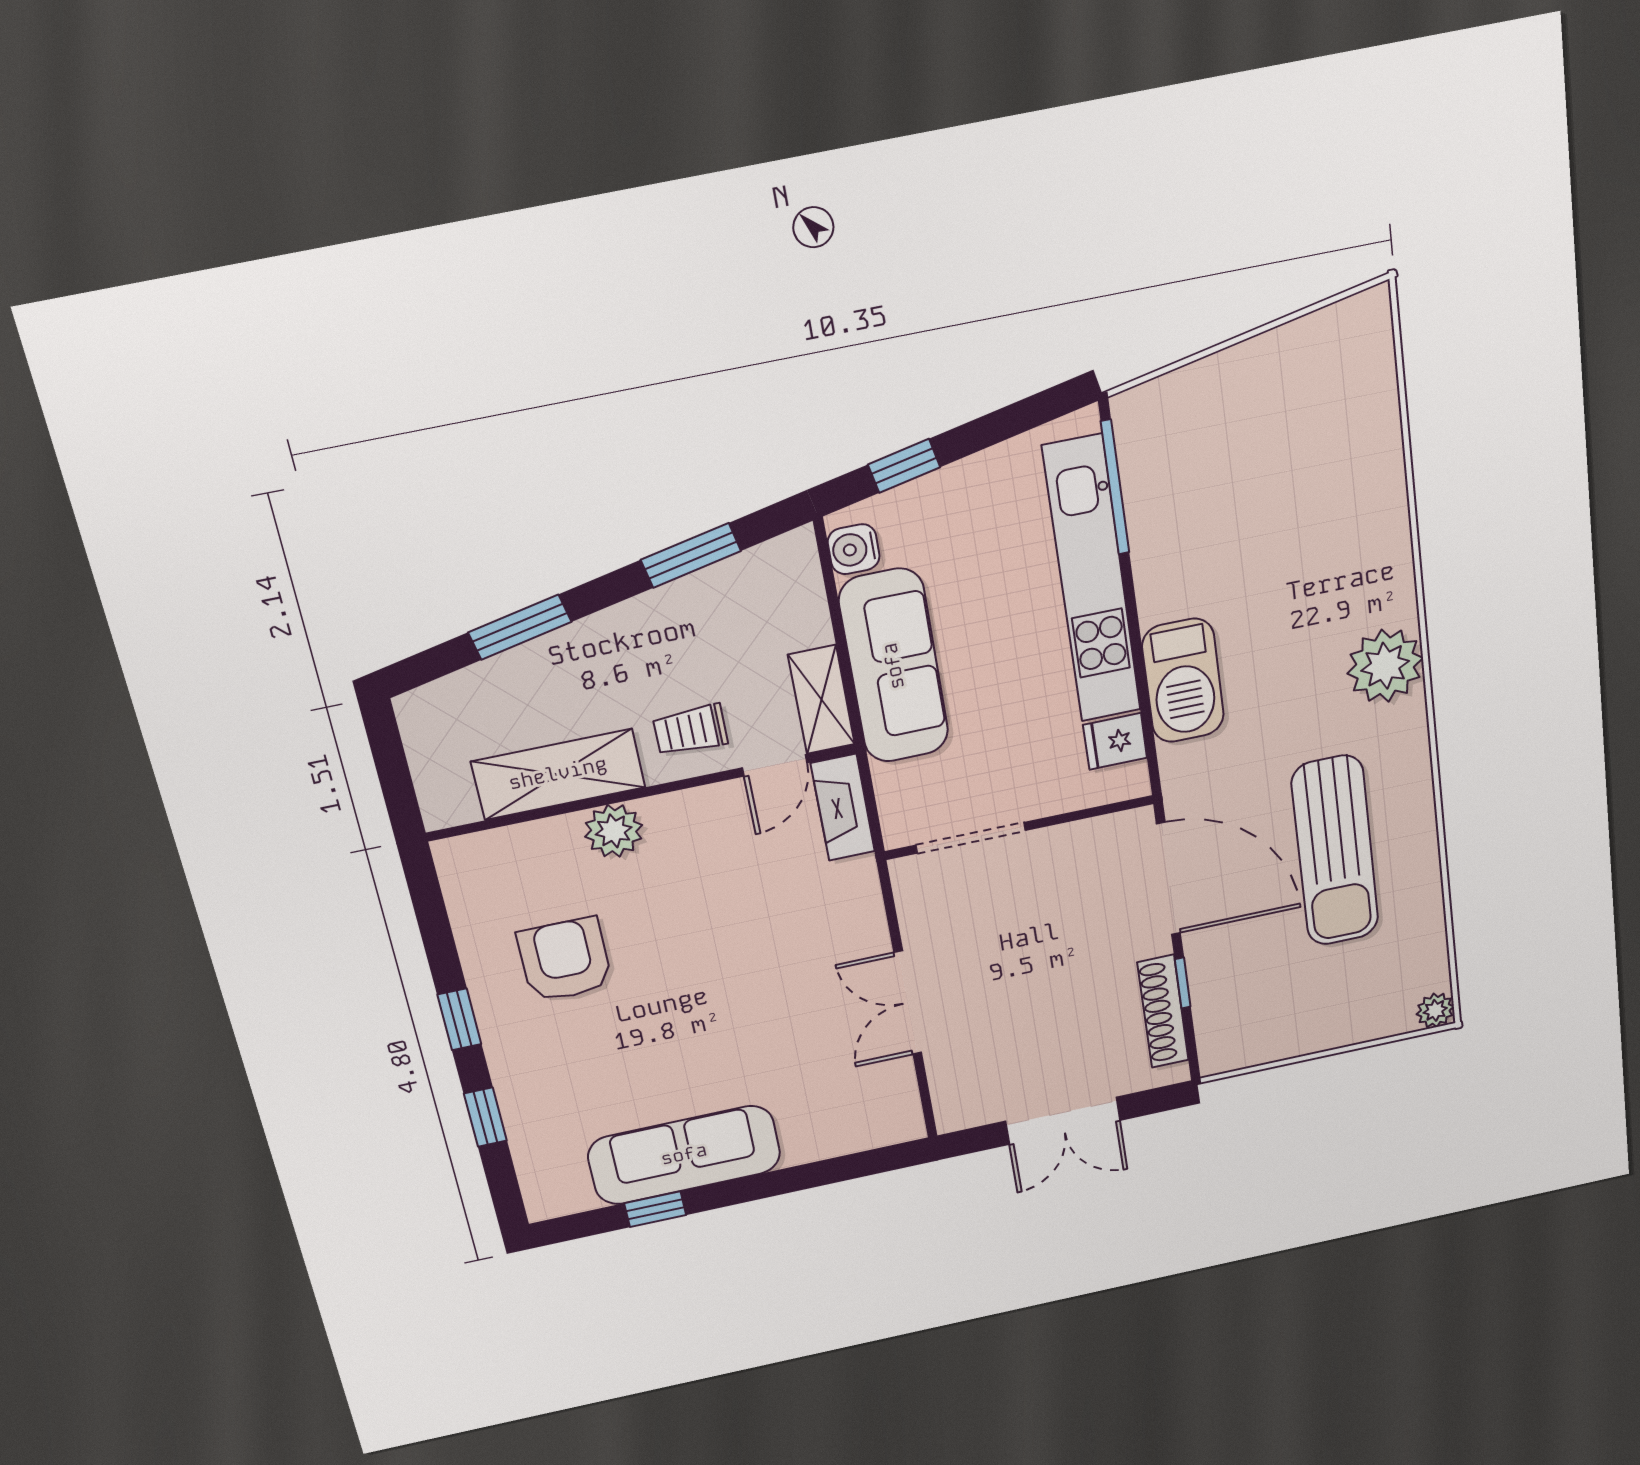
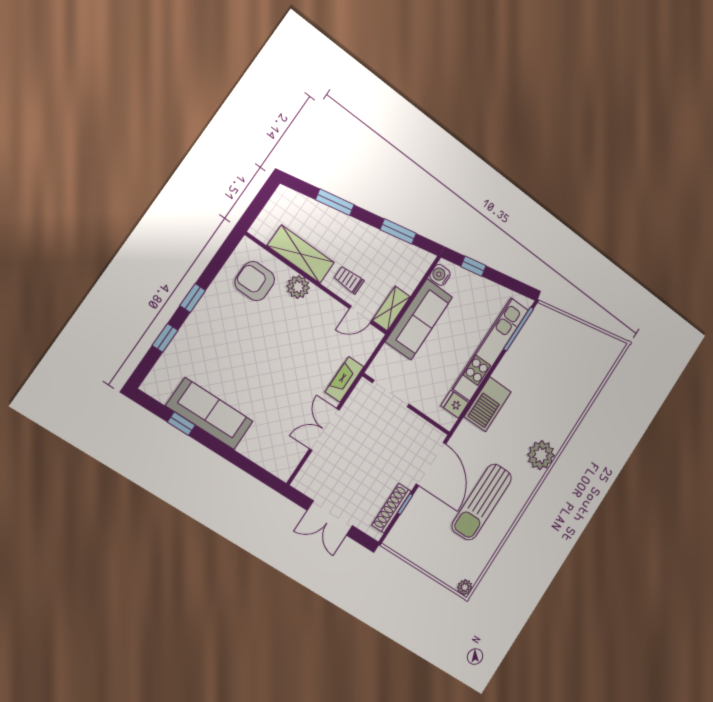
fireplace: (843, 807) -> (344, 379), moved
armchair: (565, 960) -> (255, 281), moved, turned -90

